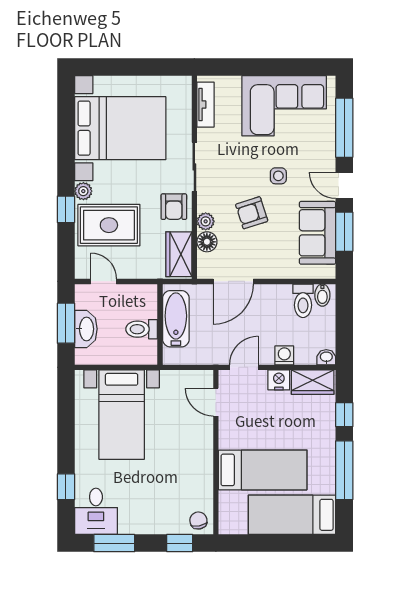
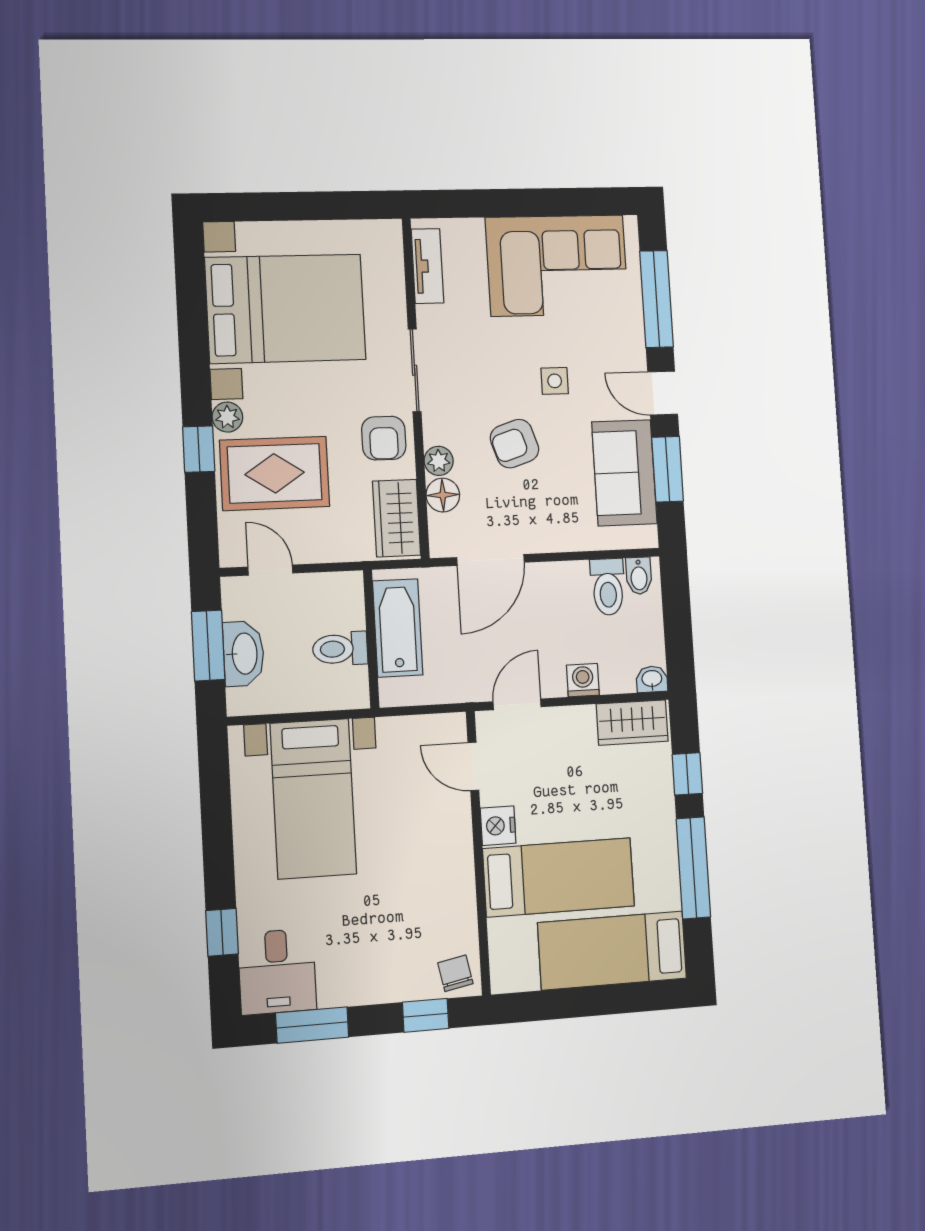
nightstand: (279, 380) -> (498, 826), moved, turned -90

